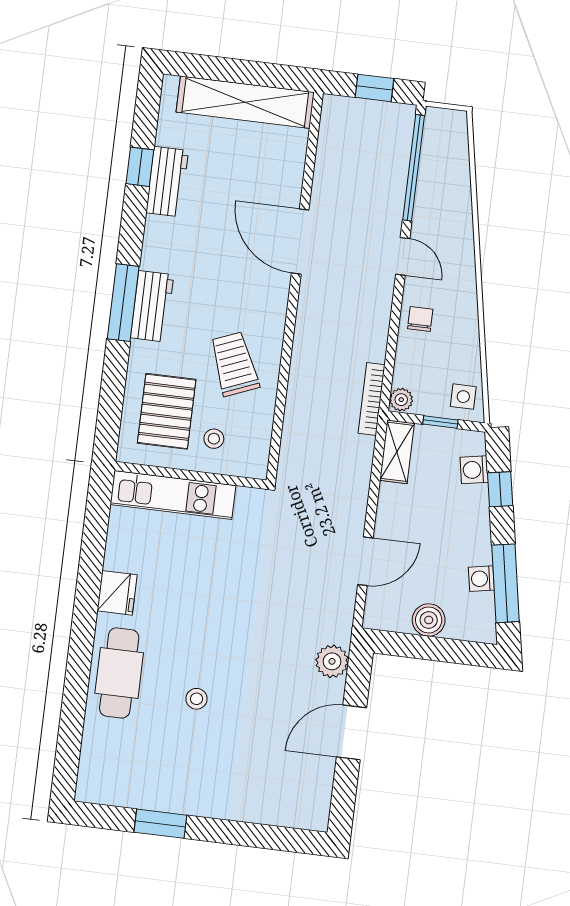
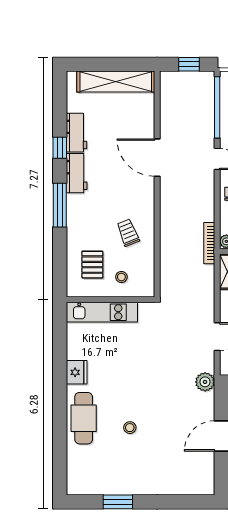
window: (140, 167) -> (60, 148), moved
workbench: (152, 306) -> (77, 173), moved
trolley: (234, 364) -> (128, 233), width x0.73, depth x0.72
pallet: (167, 411) -> (92, 265), width x0.67, depth x0.71
plant: (332, 661) -> (205, 382), moved

